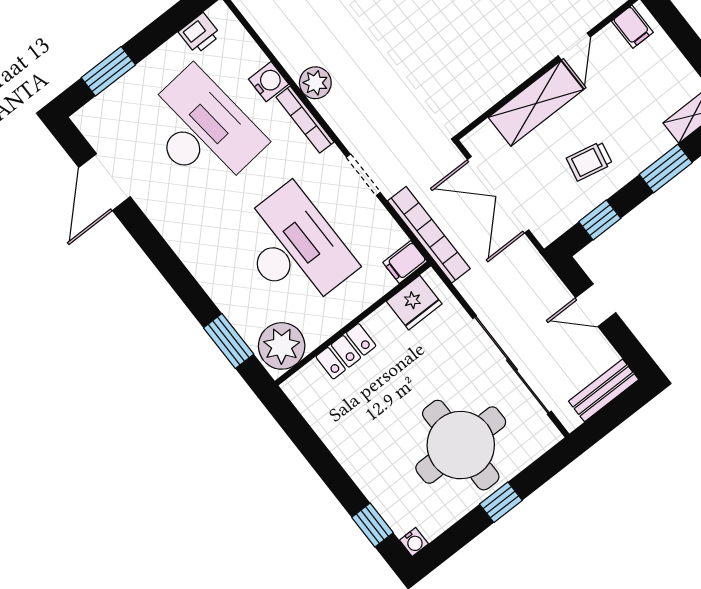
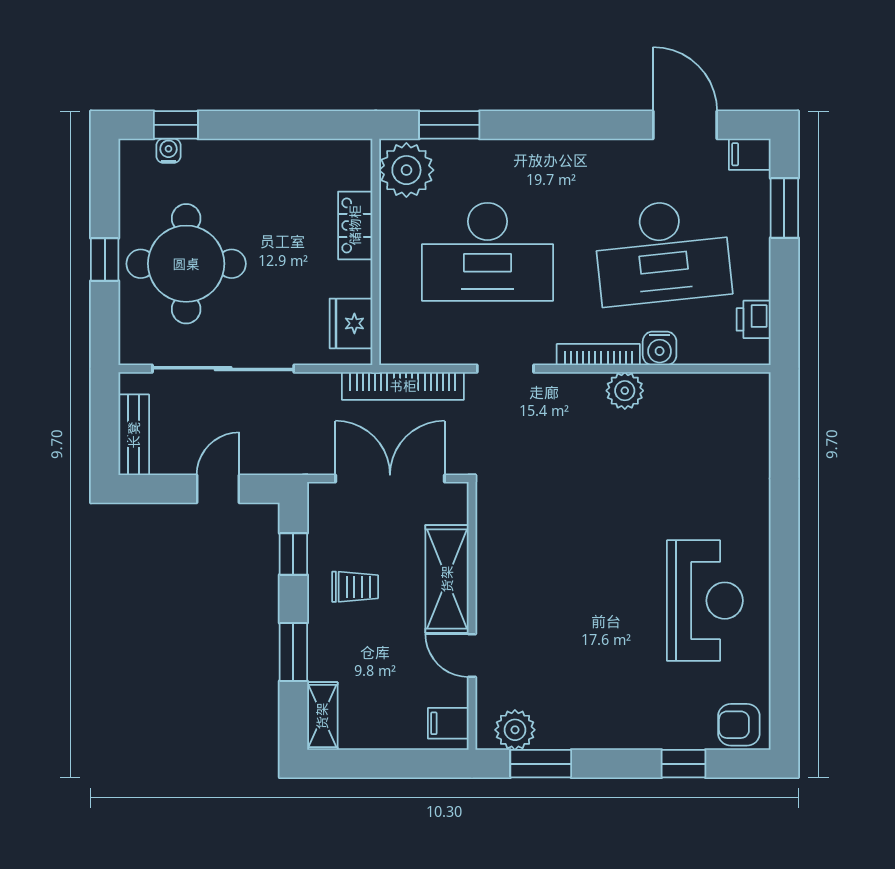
trolley: (589, 161) -> (355, 587), turned 78
filing cabinet: (405, 262) -> (750, 154), moved, turned -90
water cooler: (414, 542) -> (169, 151), moved, turned 90

